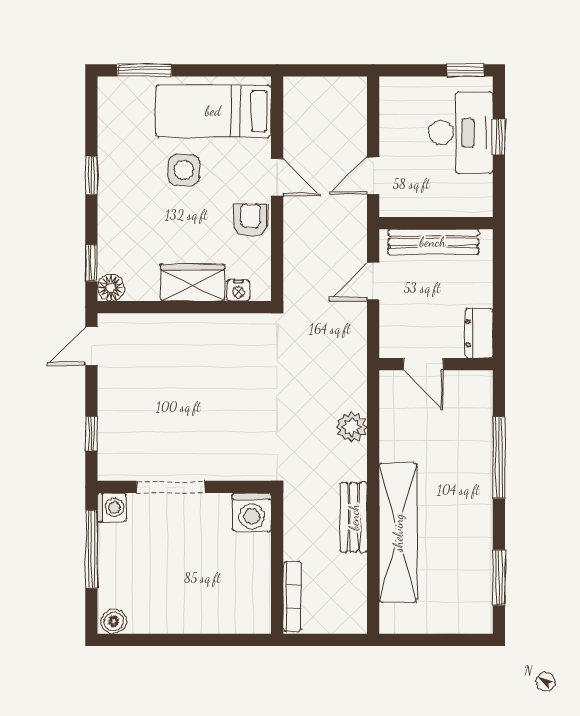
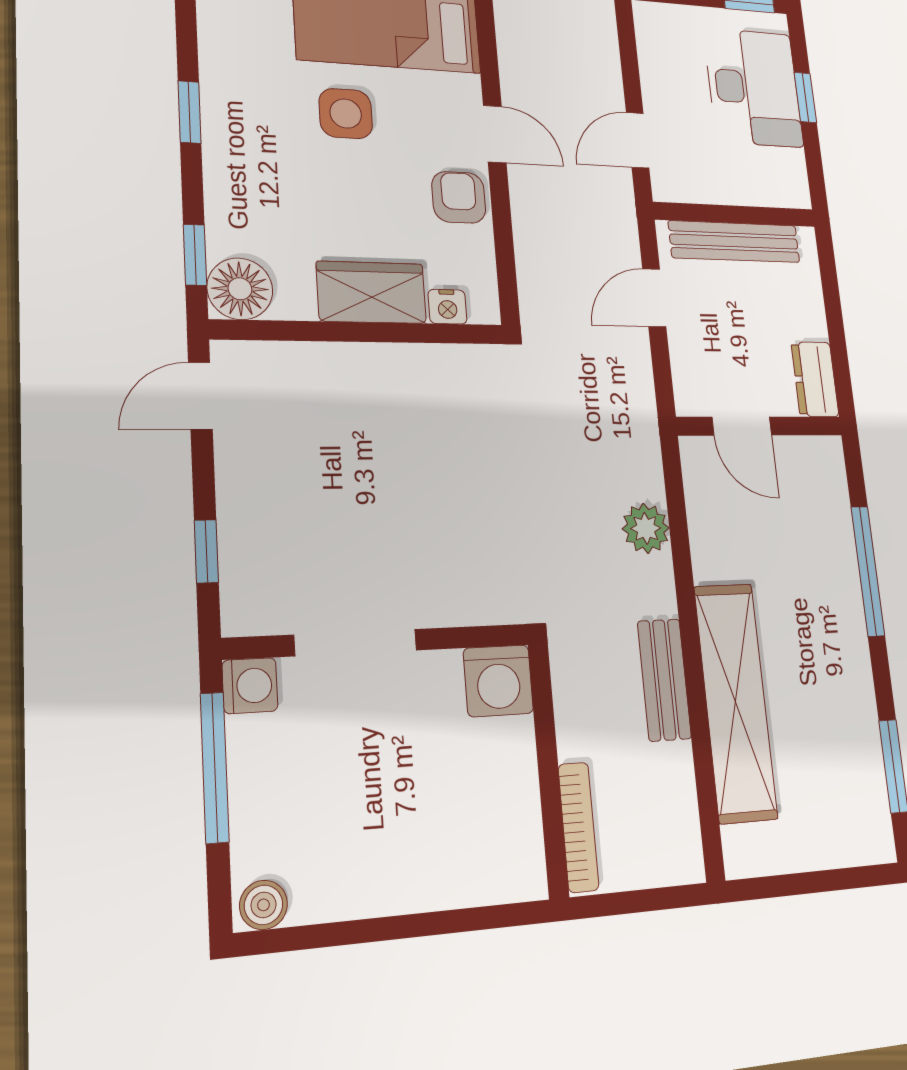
floor lamp: (111, 288) -> (240, 289), width x1.38, depth x1.38

